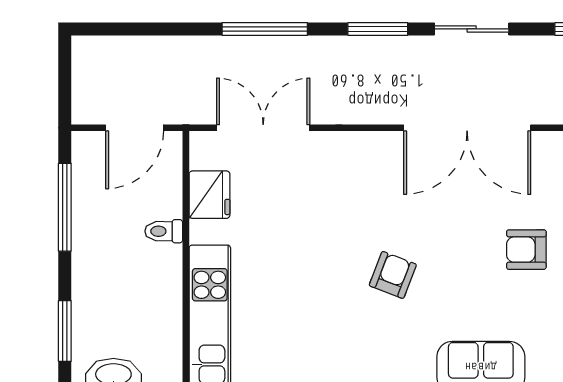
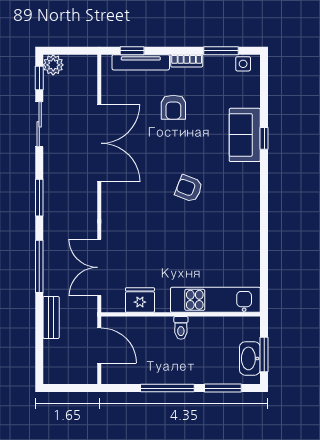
sliding door: (472, 29) -> (39, 124), moved
bench: (181, 49) -> (51, 317), added
window: (65, 207) -> (167, 388), moved
toilet: (164, 231) -> (181, 328), moved

